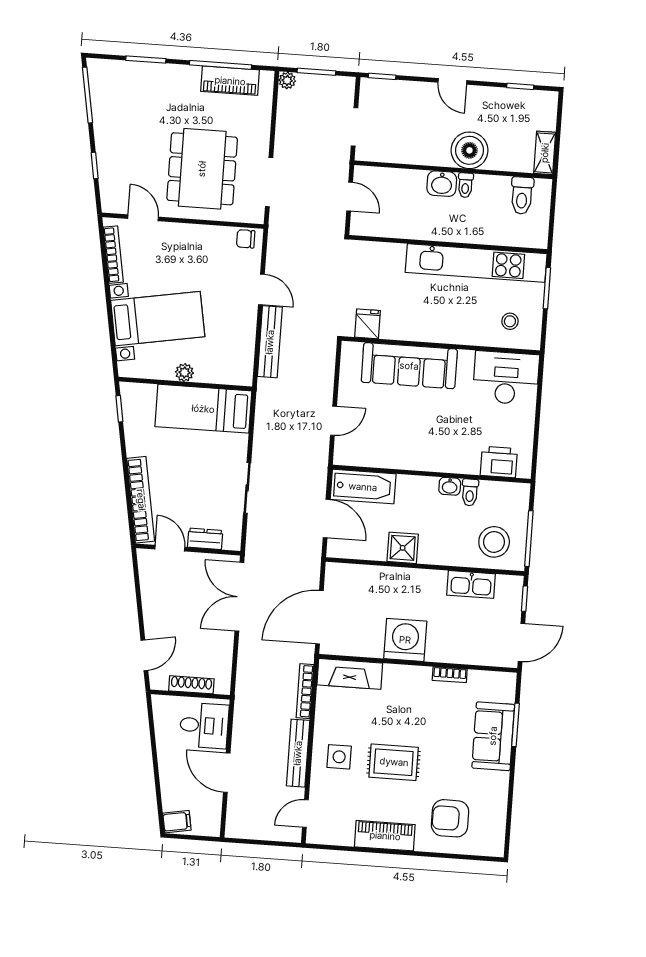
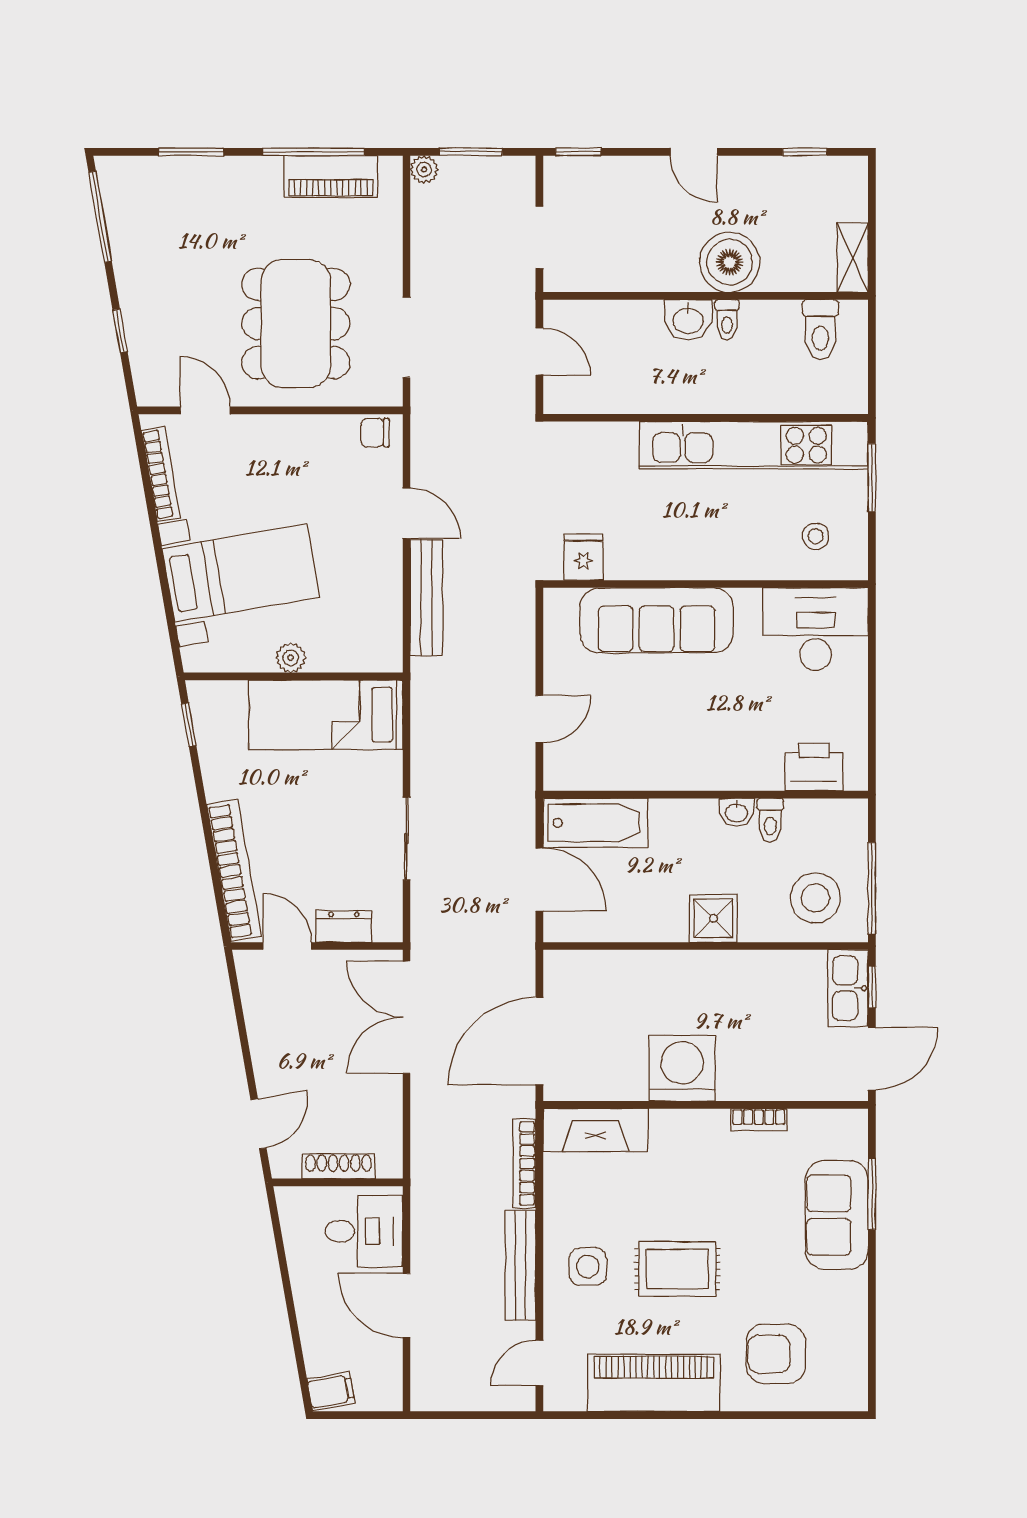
shower: (403, 548) -> (713, 918), moved
kitchen sink: (471, 584) -> (848, 988), moved, turned 90
piano: (385, 836) -> (654, 1383), width x1.37, depth x1.33

